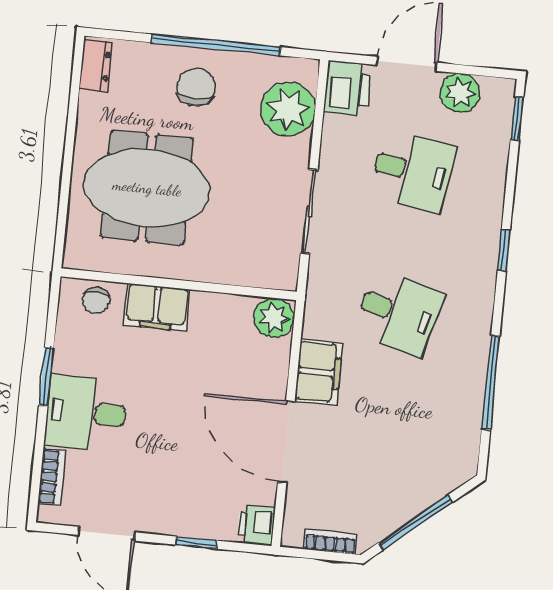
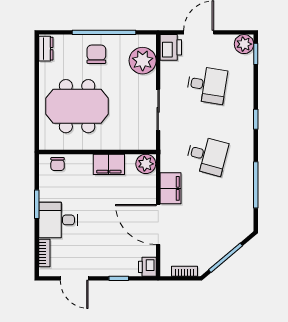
plant: (460, 93) -> (244, 44), moved
filing cabinet: (157, 307) -> (109, 164), moved

